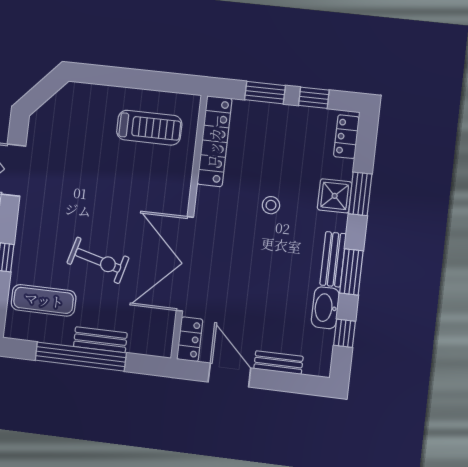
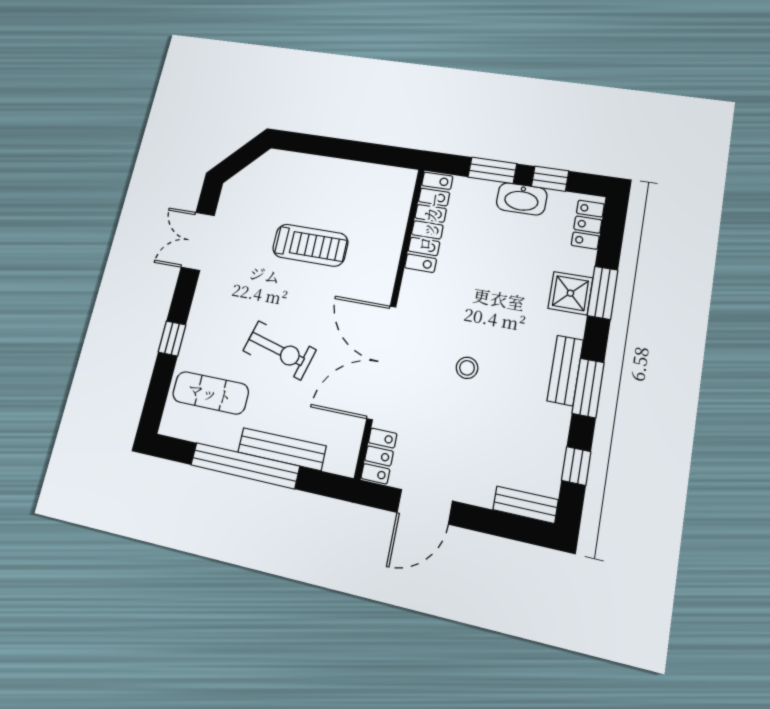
treadmill: (149, 128) -> (310, 245), moved
stool: (271, 205) -> (467, 368), moved
washbasin: (325, 308) -> (522, 199), moved, turned -90
bench: (100, 340) -> (282, 449), width x1.36
bench: (278, 363) -> (525, 505), moved
door: (229, 375) -> (425, 507), swing flipped

